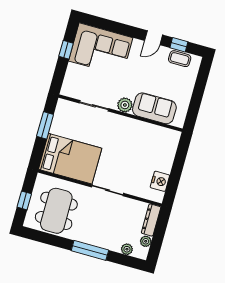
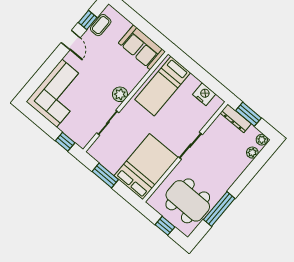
window: (66, 50) -> (65, 142), moved
sofa: (154, 108) -> (142, 47), moved, turned -90
bed: (150, 140) -> (163, 86), added
window: (160, 230) -> (248, 114), added
plant: (146, 241) -> (262, 140), moved
window: (90, 250) -> (219, 209), moved

